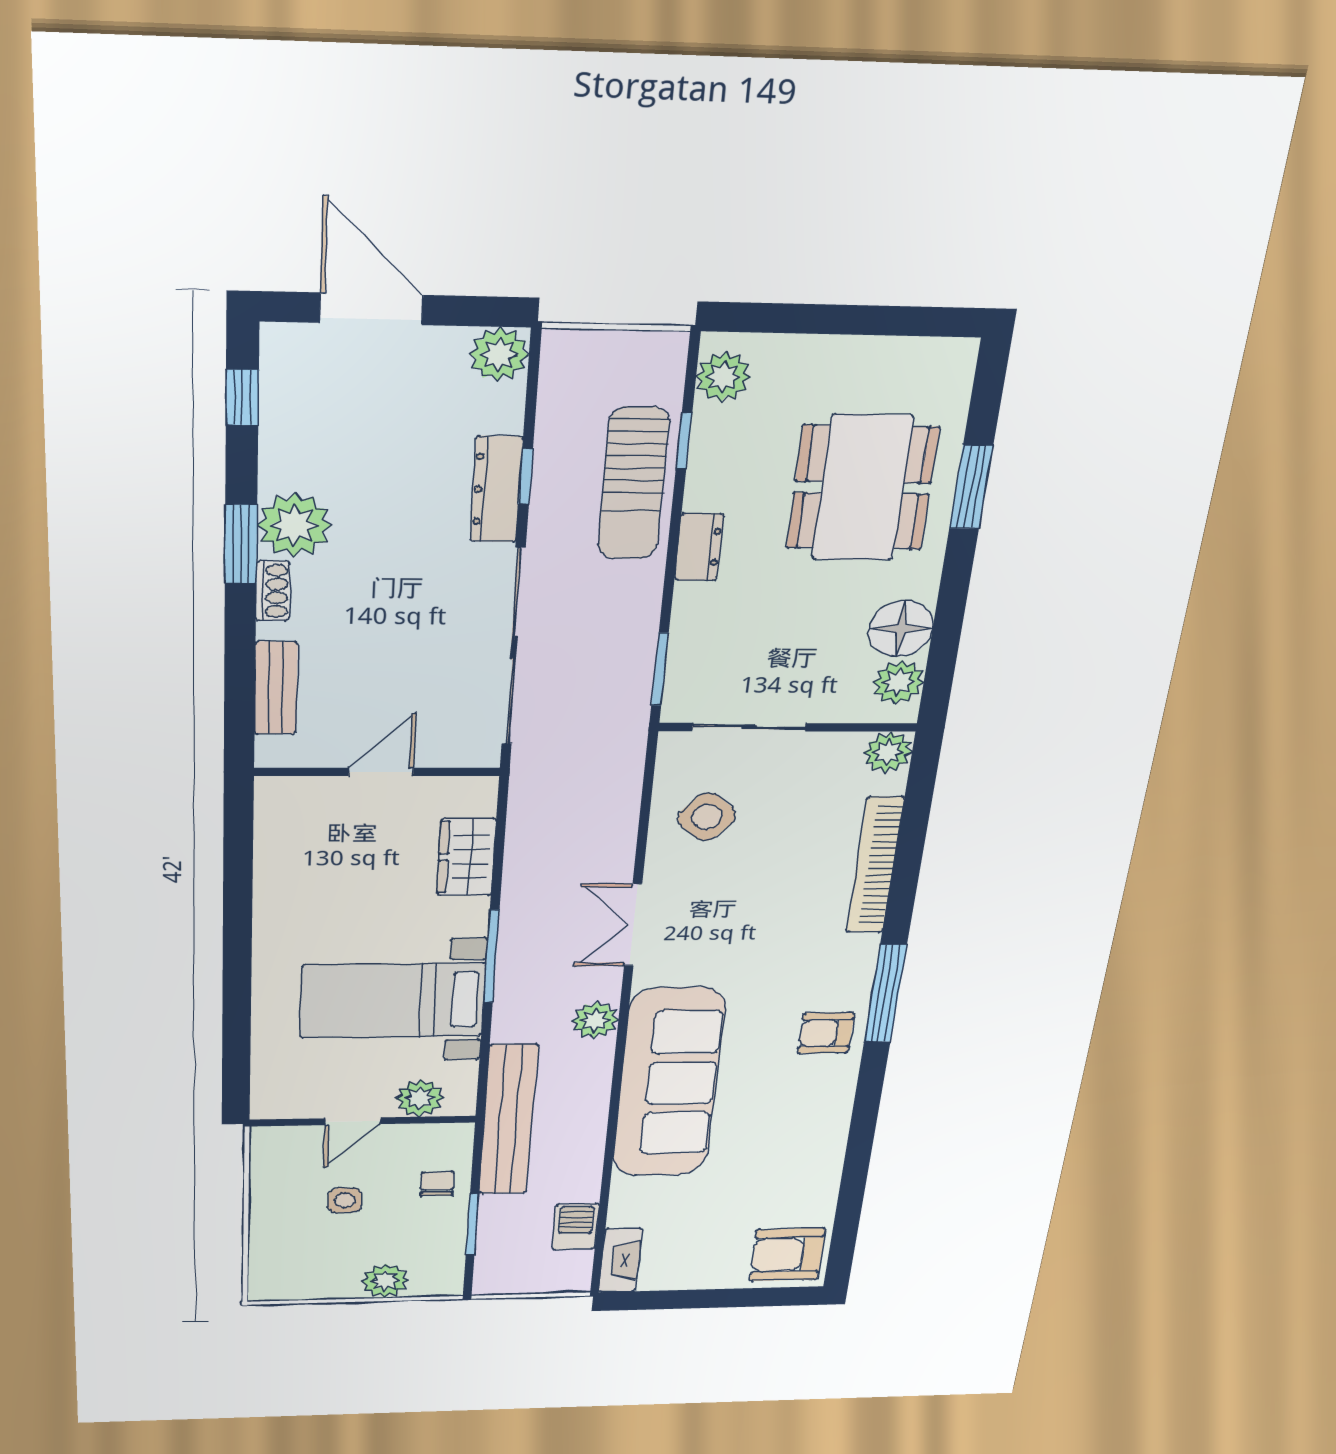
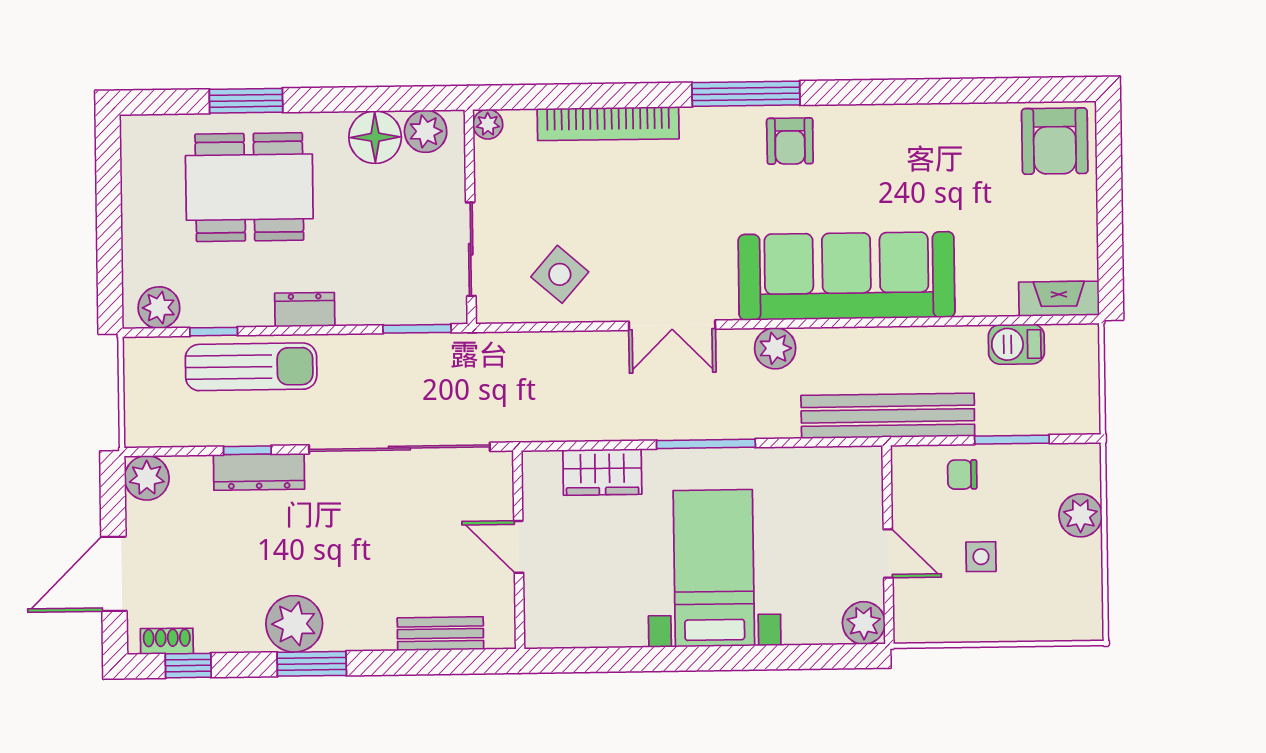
shoe rack: (273, 591) -> (167, 641), moved
plant: (888, 752) -> (488, 124), width x0.73, depth x0.73
bed with nightstands: (393, 1001) -> (714, 568), moved, turned 180
plant: (420, 1098) -> (864, 623), moved

